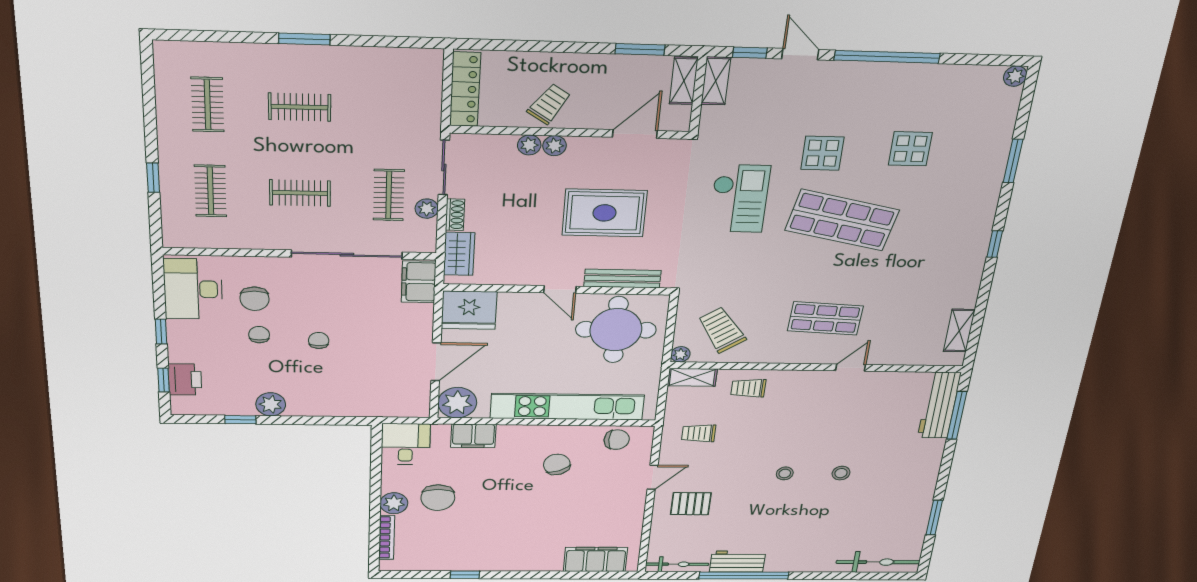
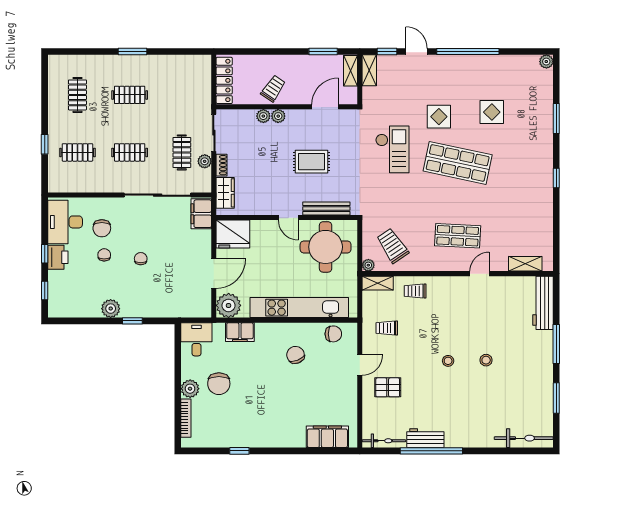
clothes rail: (210, 191) -> (77, 152), turned 90
rug: (604, 213) -> (311, 162), width x0.73, depth x0.70
shelving: (959, 331) -> (525, 264), moved, turned 90
printer: (185, 380) -> (58, 257), moved
window: (957, 415) -> (556, 344), moved
window: (240, 420) -> (132, 321), moved

